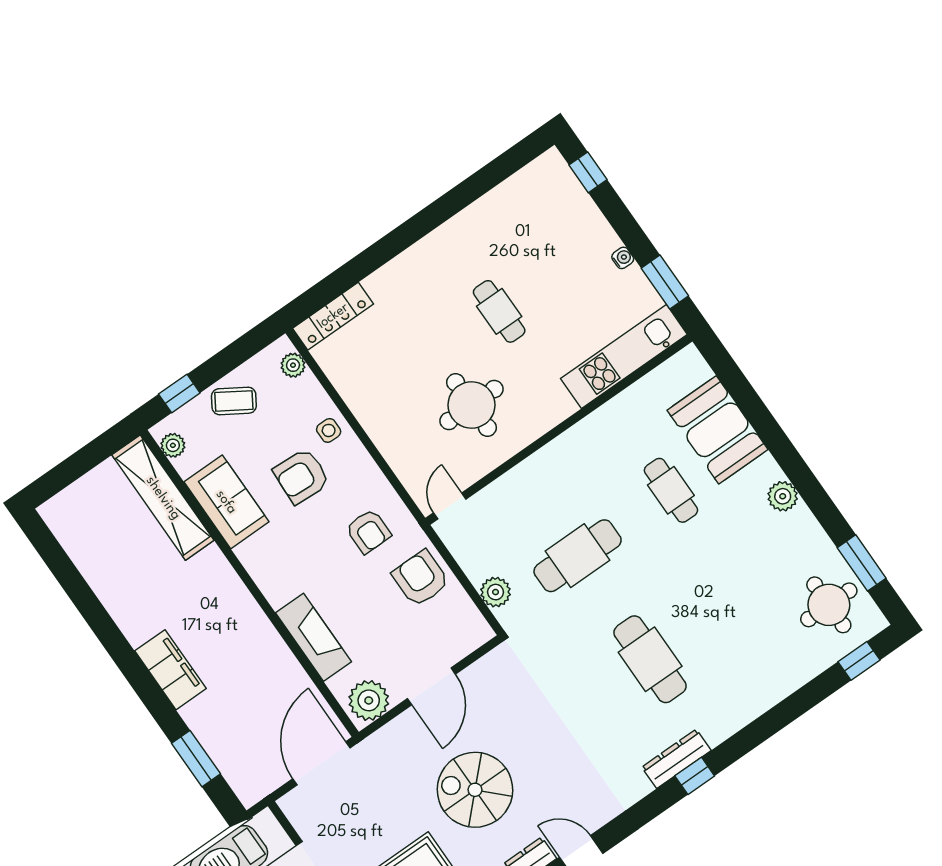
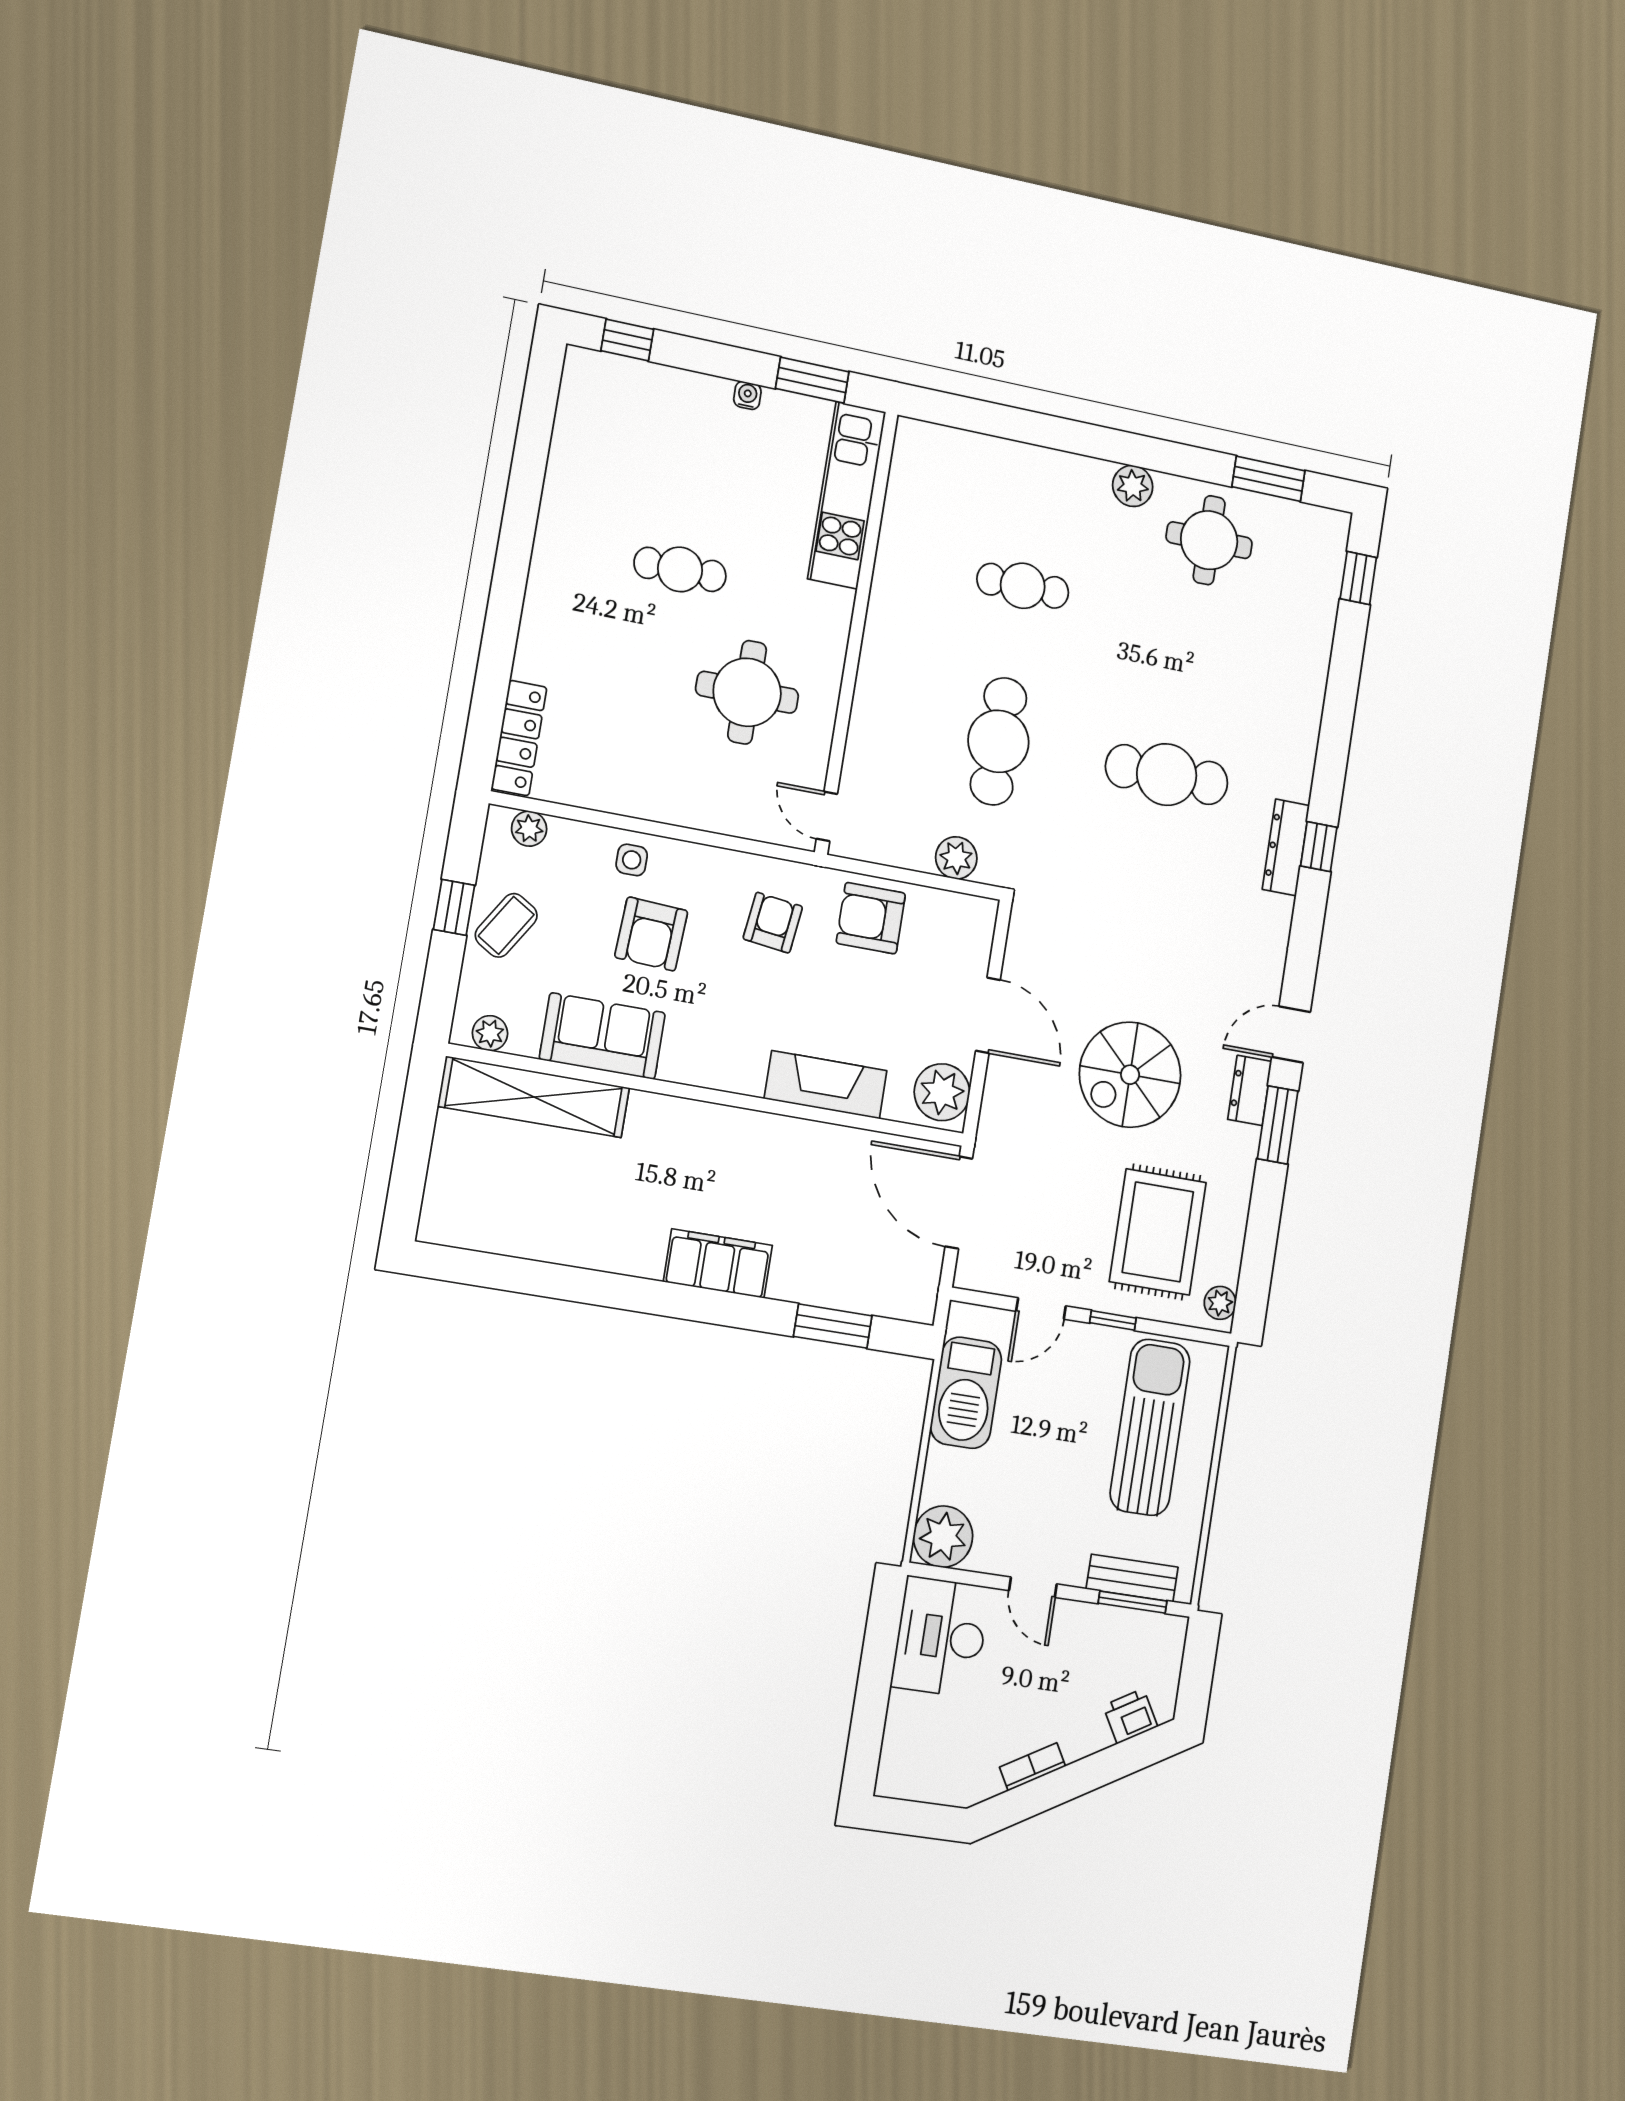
window: (179, 394) -> (454, 907), moved
booth: (717, 430) -> (1008, 481), removed
armchair: (368, 531) -> (773, 923), turned -83
round table: (829, 605) -> (1209, 540), moved

